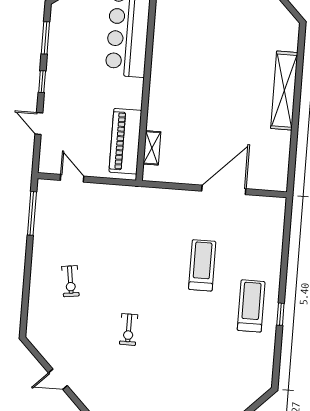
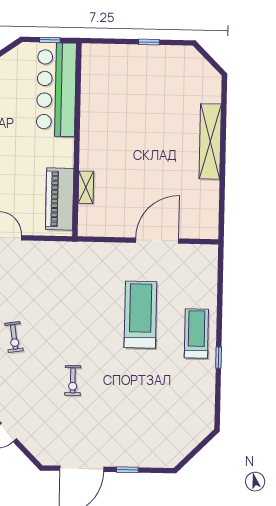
shelving: (152, 148) -> (86, 187), moved
treadmill: (202, 265) -> (140, 315), width x1.37, depth x1.38
treadmill: (251, 306) -> (196, 334), moved

